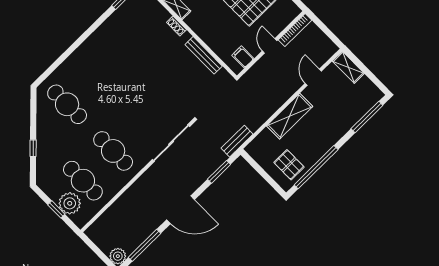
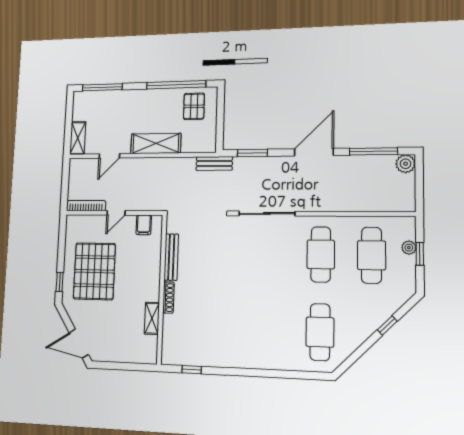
shoe rack: (176, 26) -> (168, 298), width x1.43
plant: (70, 203) -> (409, 248), width x0.53, depth x0.53
door: (181, 210) -> (314, 152), hinge flipped

